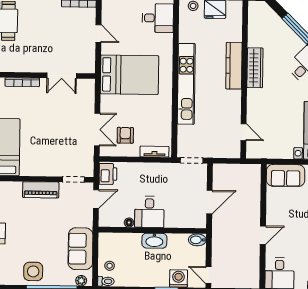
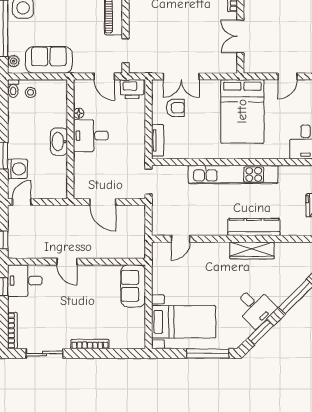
bidet: (197, 240) -> (61, 189), removed

